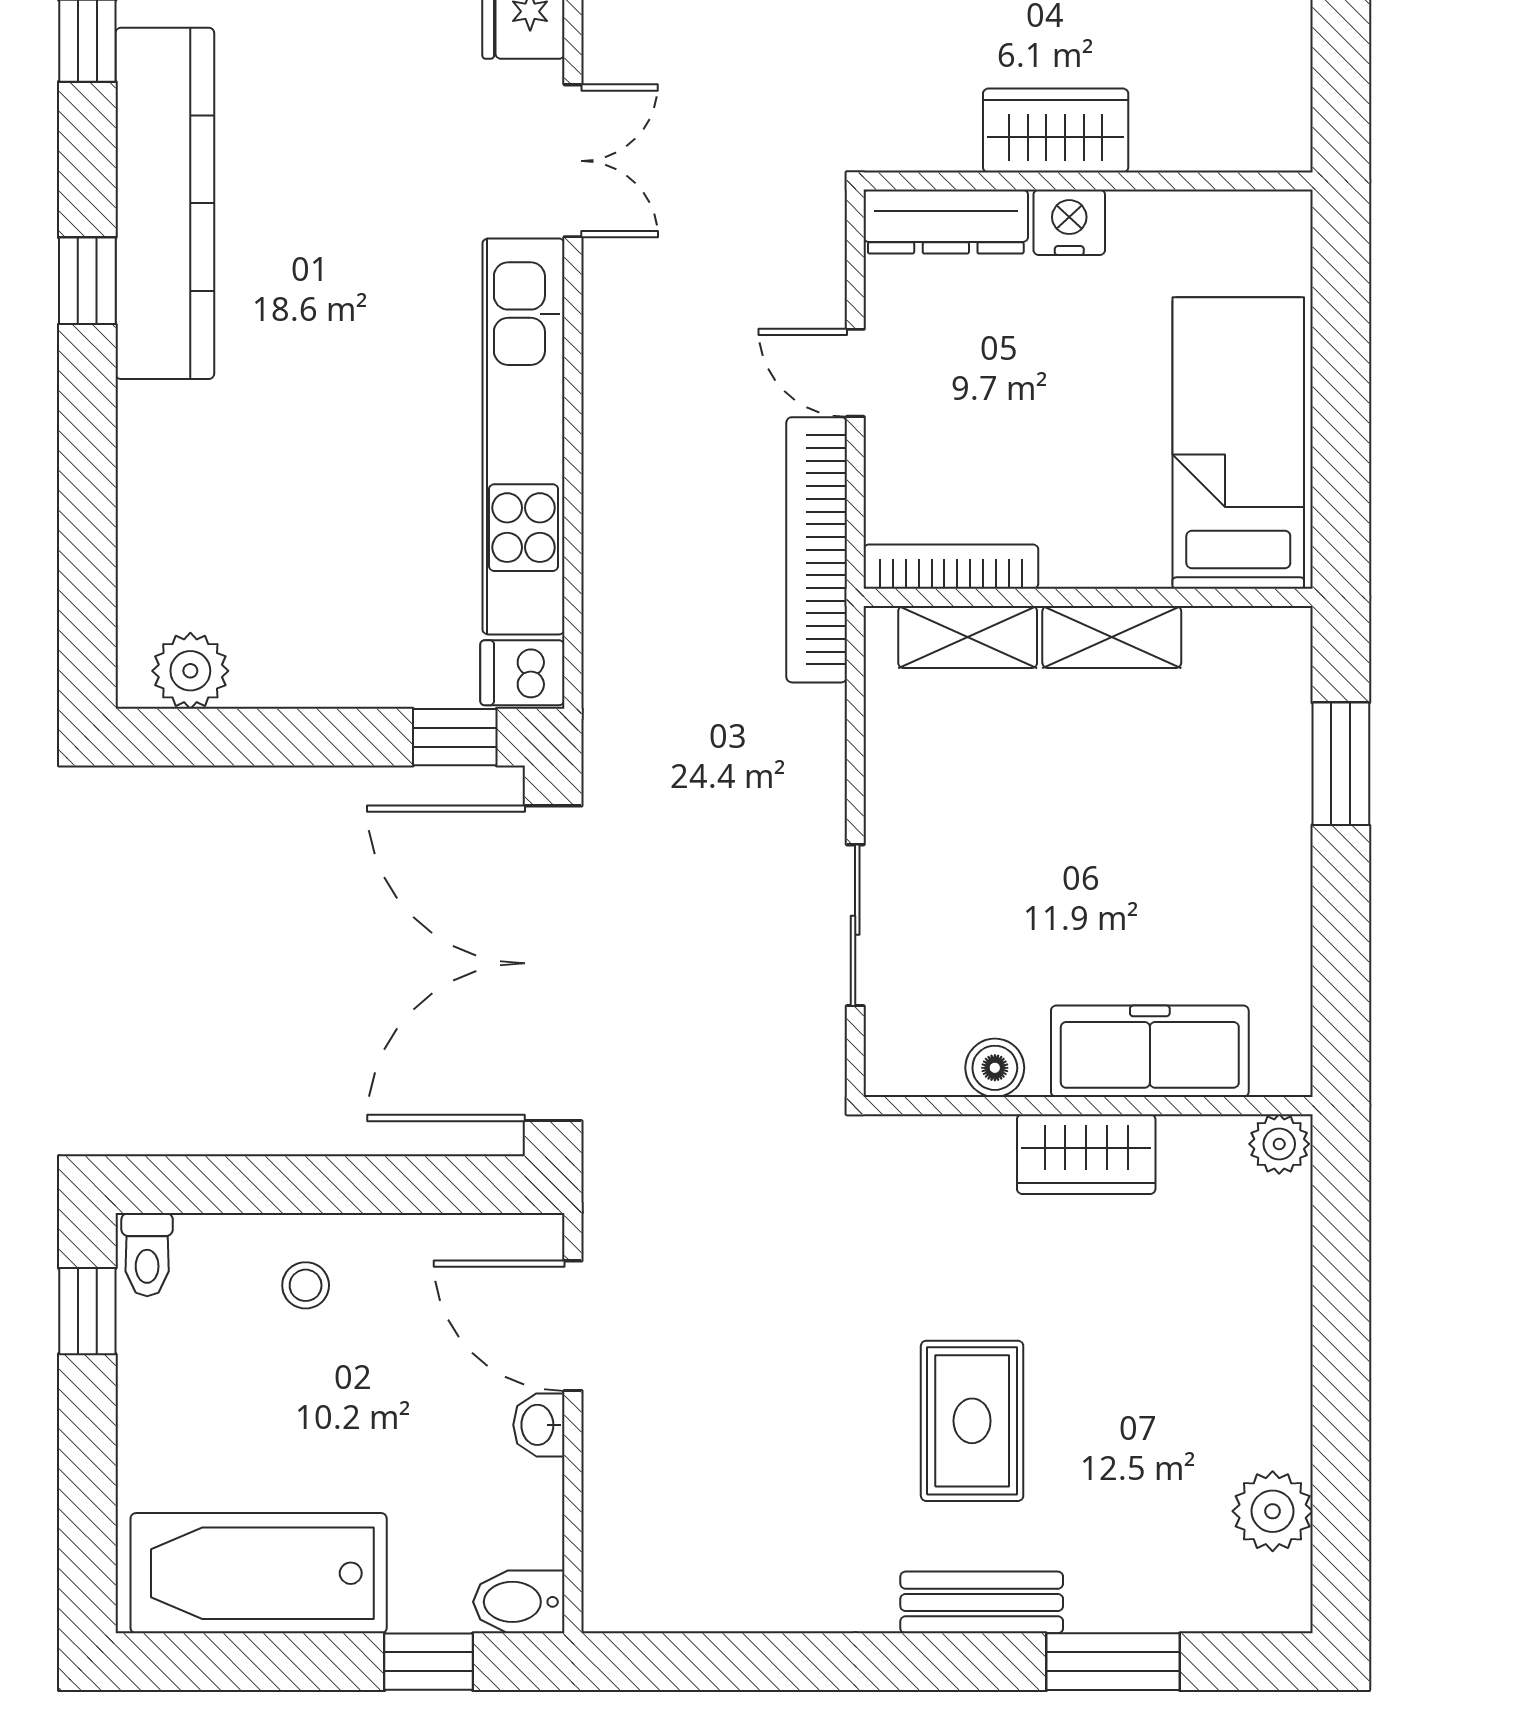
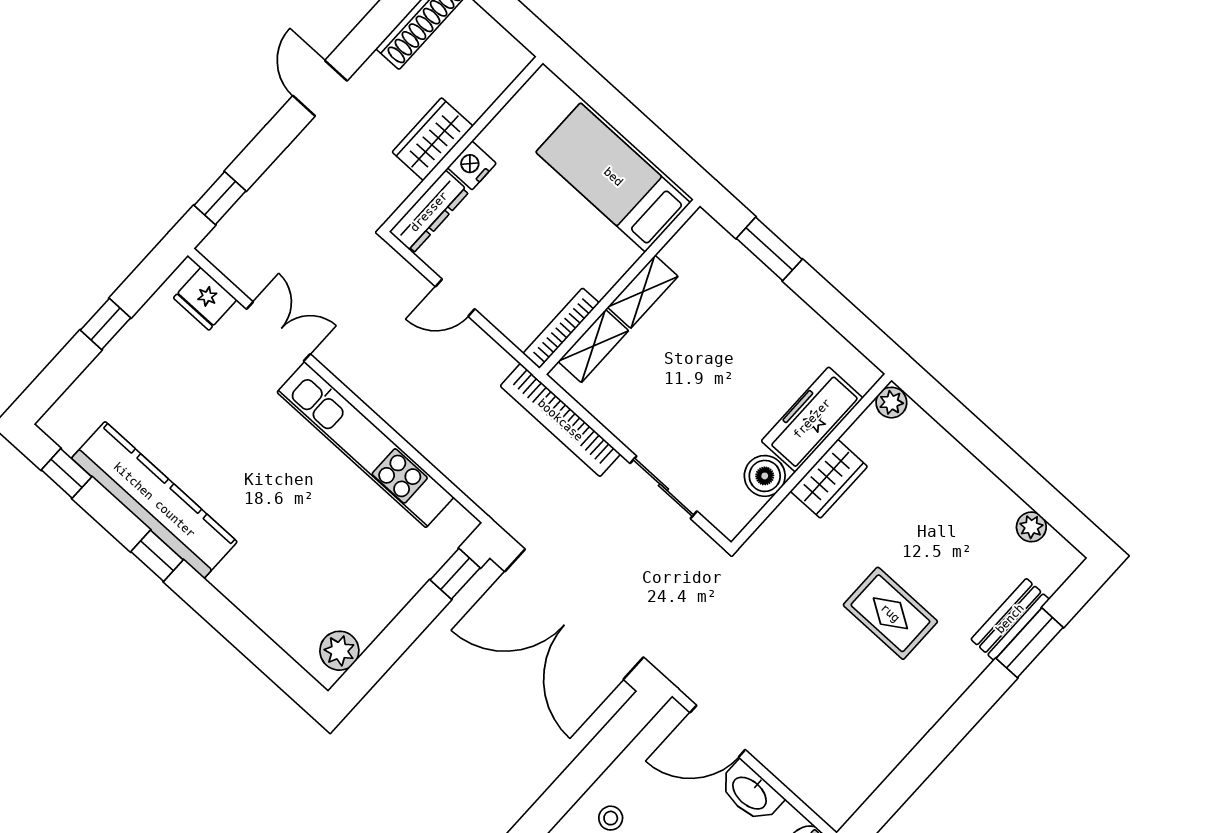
bookcase: (817, 550) -> (560, 420), moved
dishwasher: (522, 673) -> (454, 526), removed
boiler: (995, 1068) -> (765, 476), width x1.36, depth x1.36
washbasin: (539, 1425) -> (750, 792), width x1.91, depth x1.45
plant: (1273, 1511) -> (1031, 527), width x0.73, depth x0.73
bench: (982, 1602) -> (1010, 619), moved

